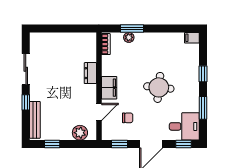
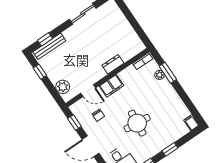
window: (26, 102) -> (45, 39), moved

